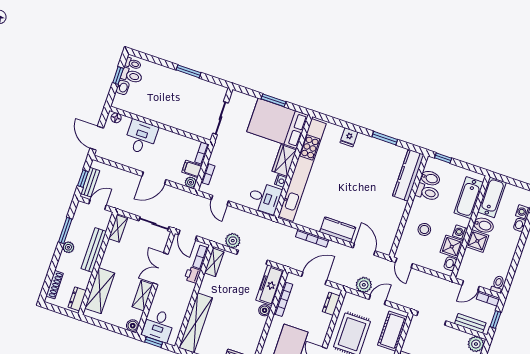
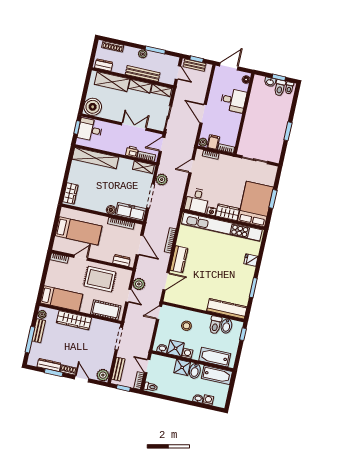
shelving: (143, 296) -> (140, 86), moved
boiler: (133, 326) -> (93, 107), width x1.86, depth x1.86

